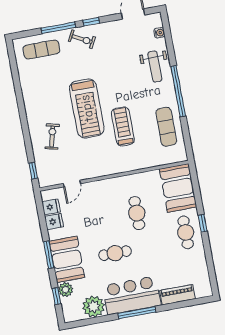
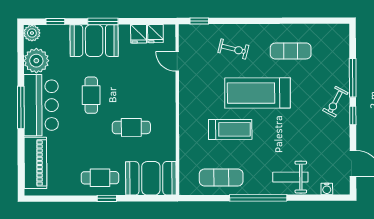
exercise mat: (41, 49) -> (291, 51), moved, turned 90
plant: (66, 290) -> (32, 33), moved
piano: (177, 295) -> (35, 163), width x1.37, depth x1.33

